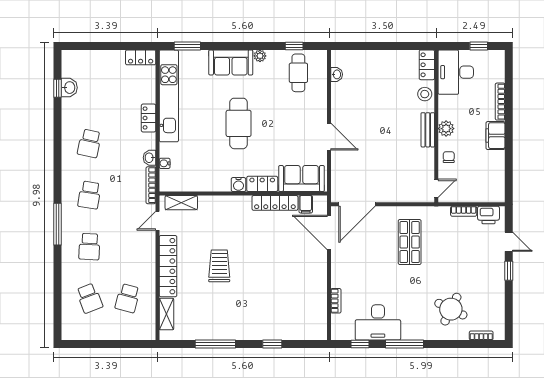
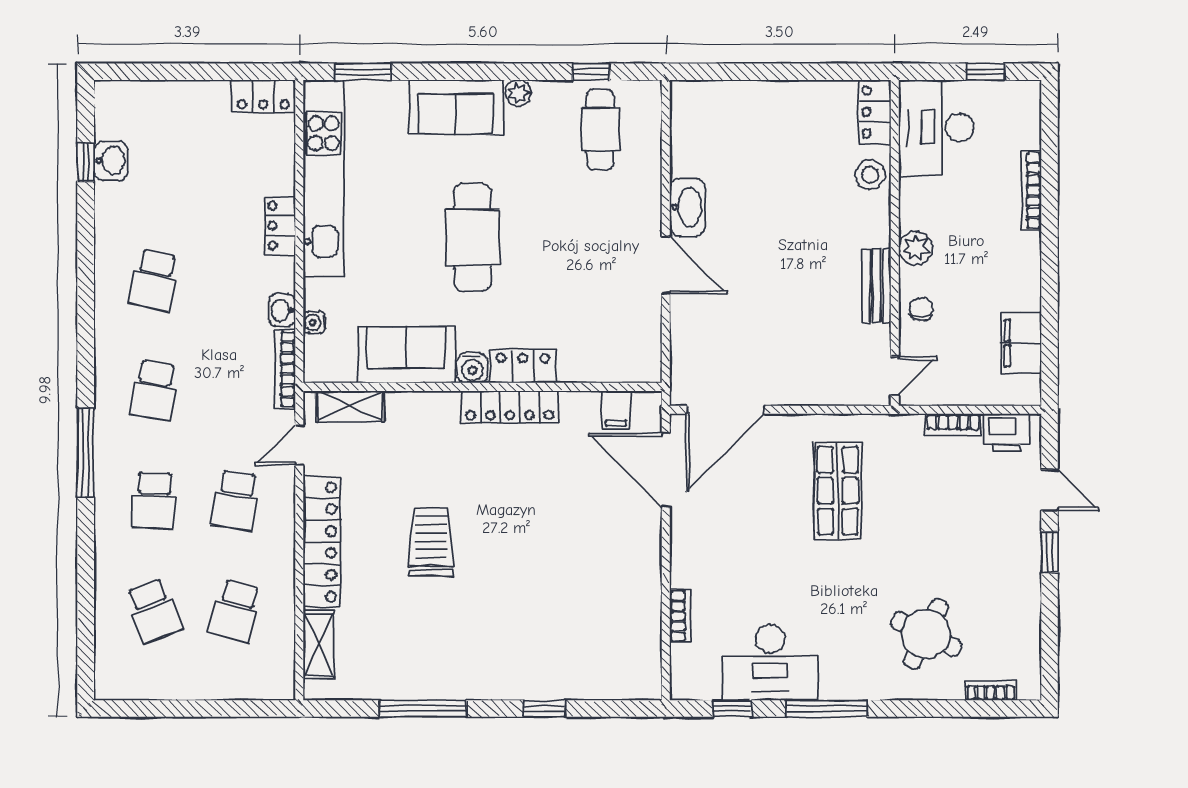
washbasin: (337, 74) -> (687, 207), moved, width x1.91, depth x1.45
bench: (428, 130) -> (877, 286), moved
filing cabinet: (496, 136) -> (1021, 343), moved
sofa: (301, 179) -> (406, 355), moved
locker: (275, 203) -> (510, 407), moved
school desk: (128, 247) -> (235, 500), added

